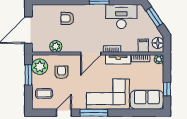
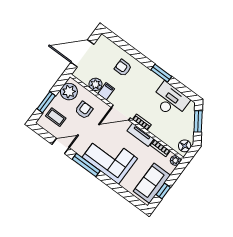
filing cabinet: (143, 46) -> (106, 91), moved
window: (28, 75) -> (46, 102), moved
sofa: (147, 100) -> (152, 183), moved, turned -90

